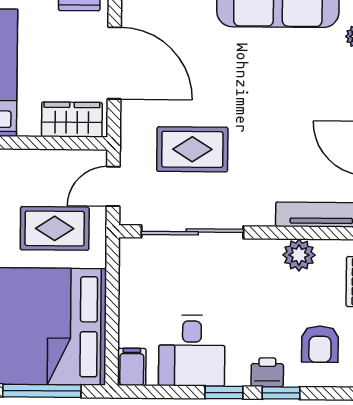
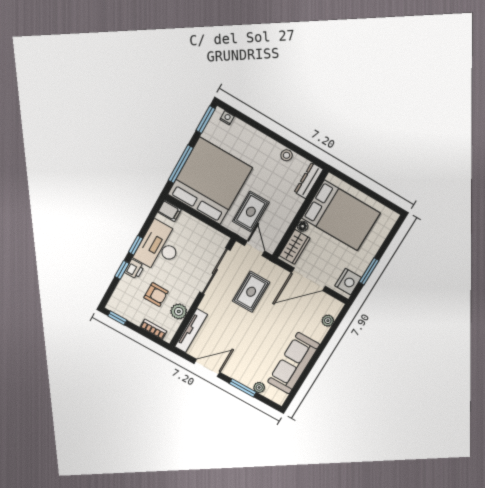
floor lamp: (29, 127) -> (303, 226), added
armchair: (320, 344) -> (156, 295), moved, turned 180
desk: (192, 351) -> (159, 247), width x1.37

